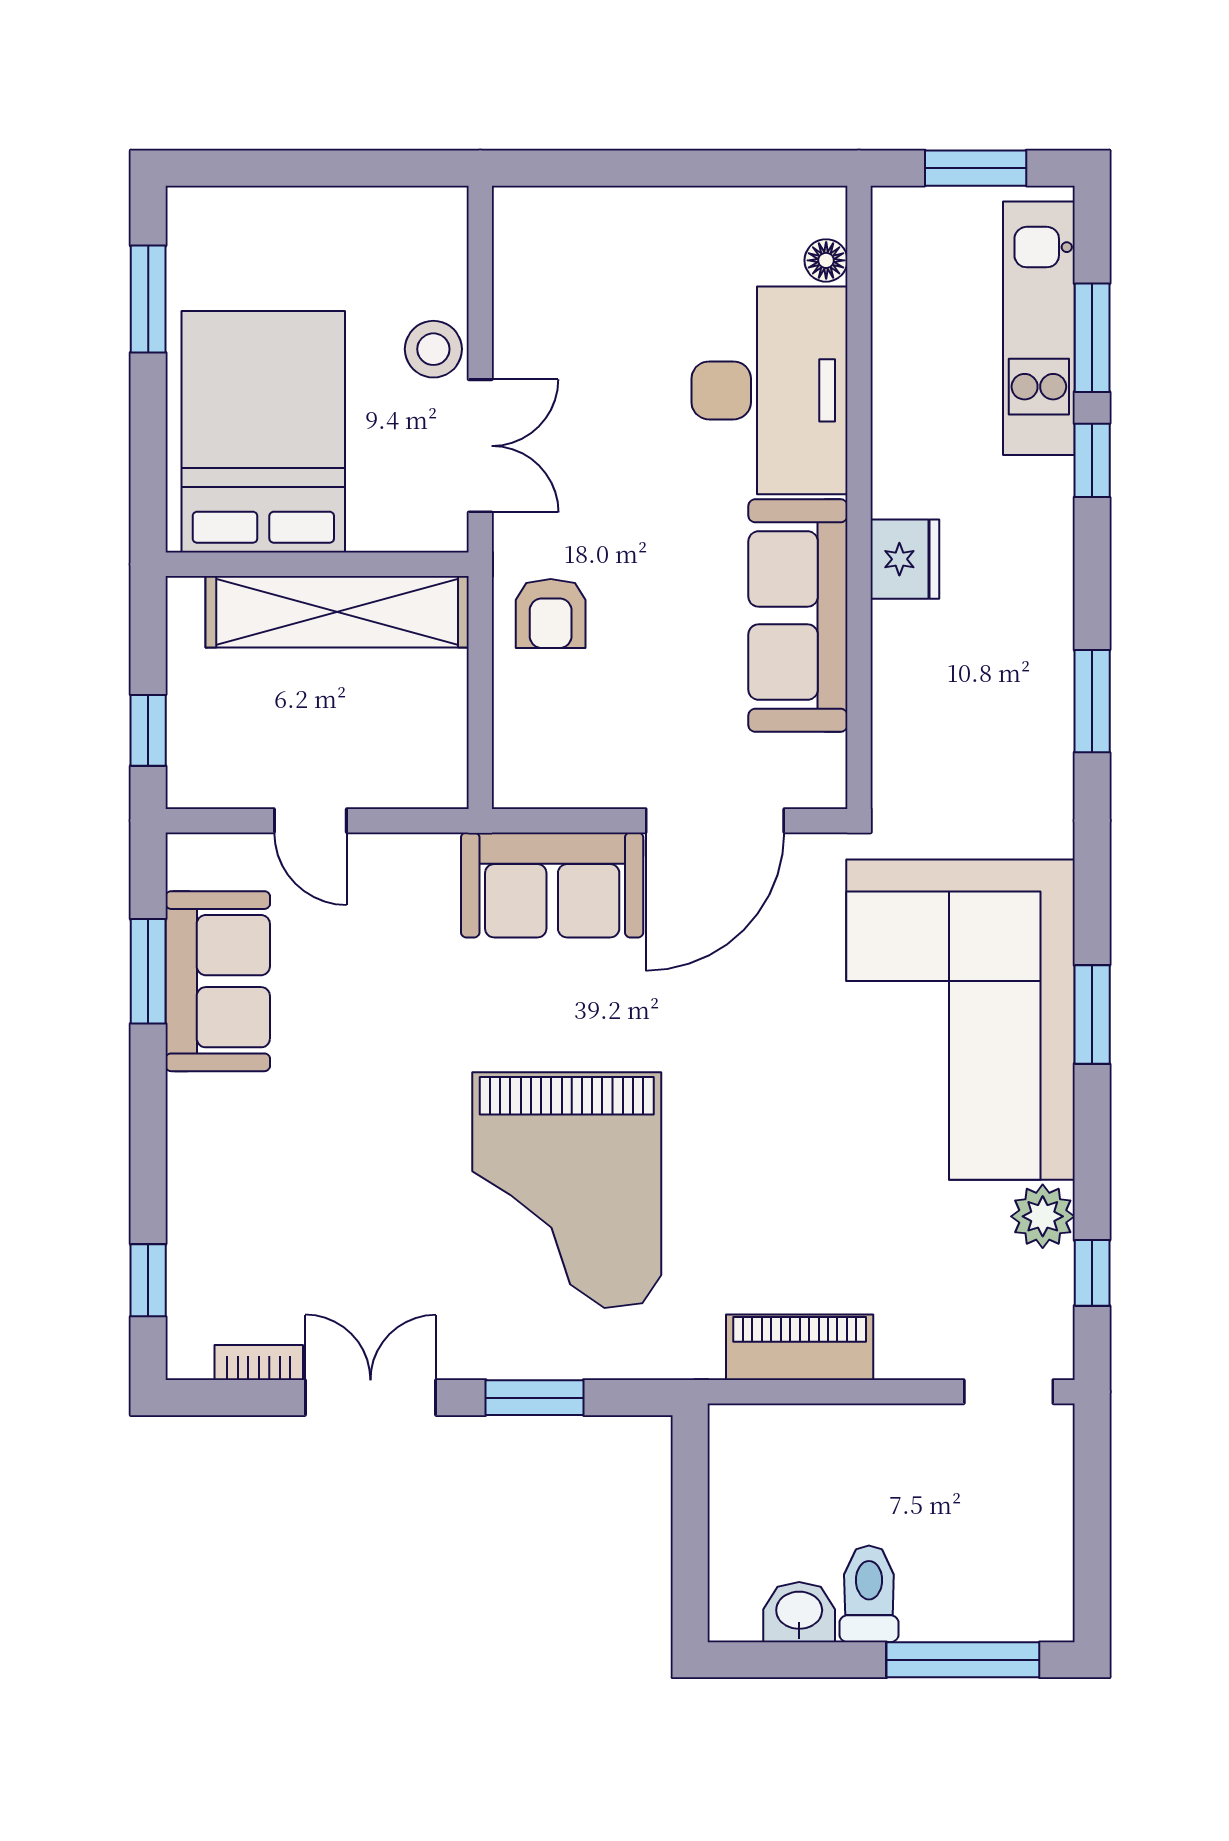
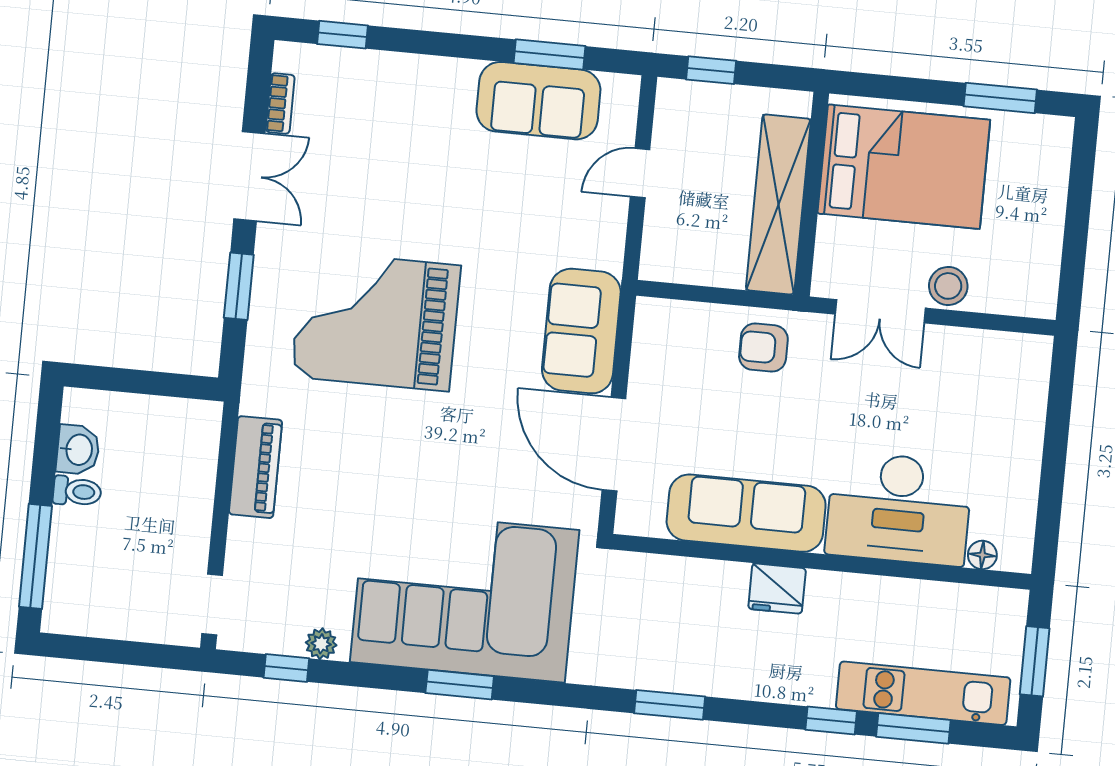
plant: (1043, 1216) -> (321, 644), width x0.73, depth x0.73
toilet: (869, 1594) -> (77, 491), width x0.73, depth x0.72

